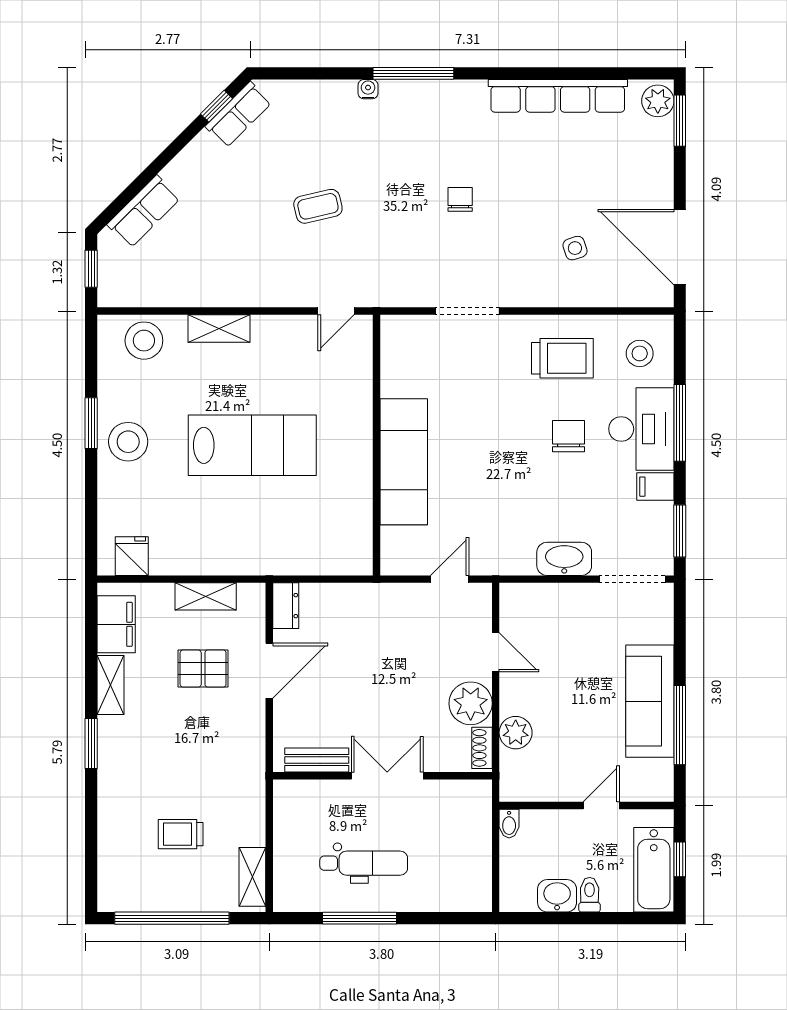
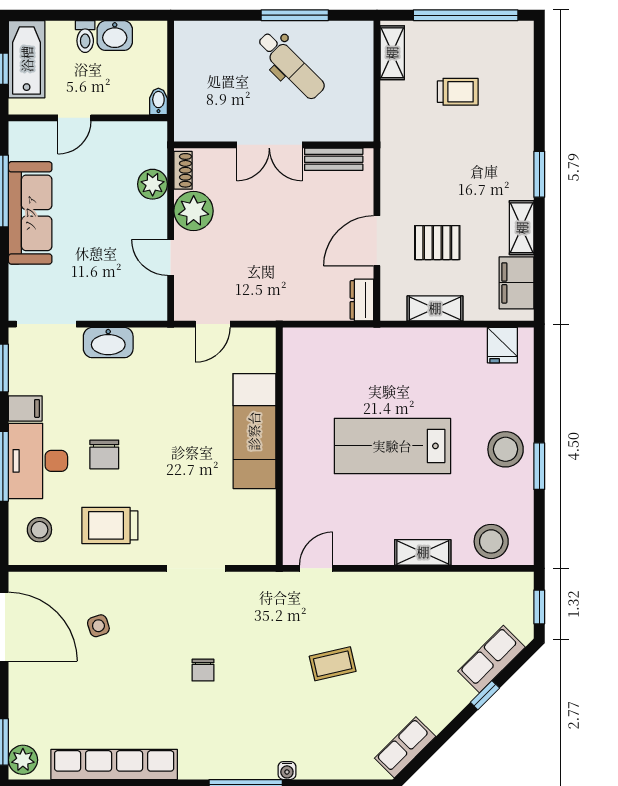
window: (216, 106) -> (485, 695), moved
dental chair: (364, 863) -> (291, 65), turned -135

